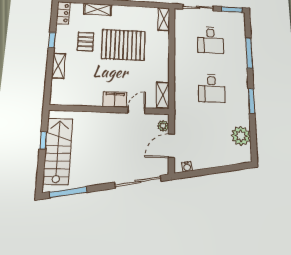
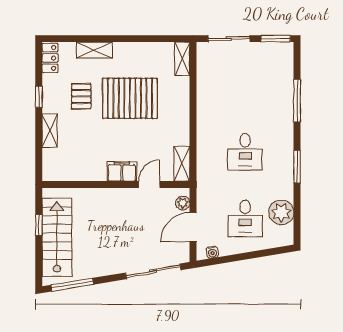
desk: (210, 40) -> (245, 218), moved

